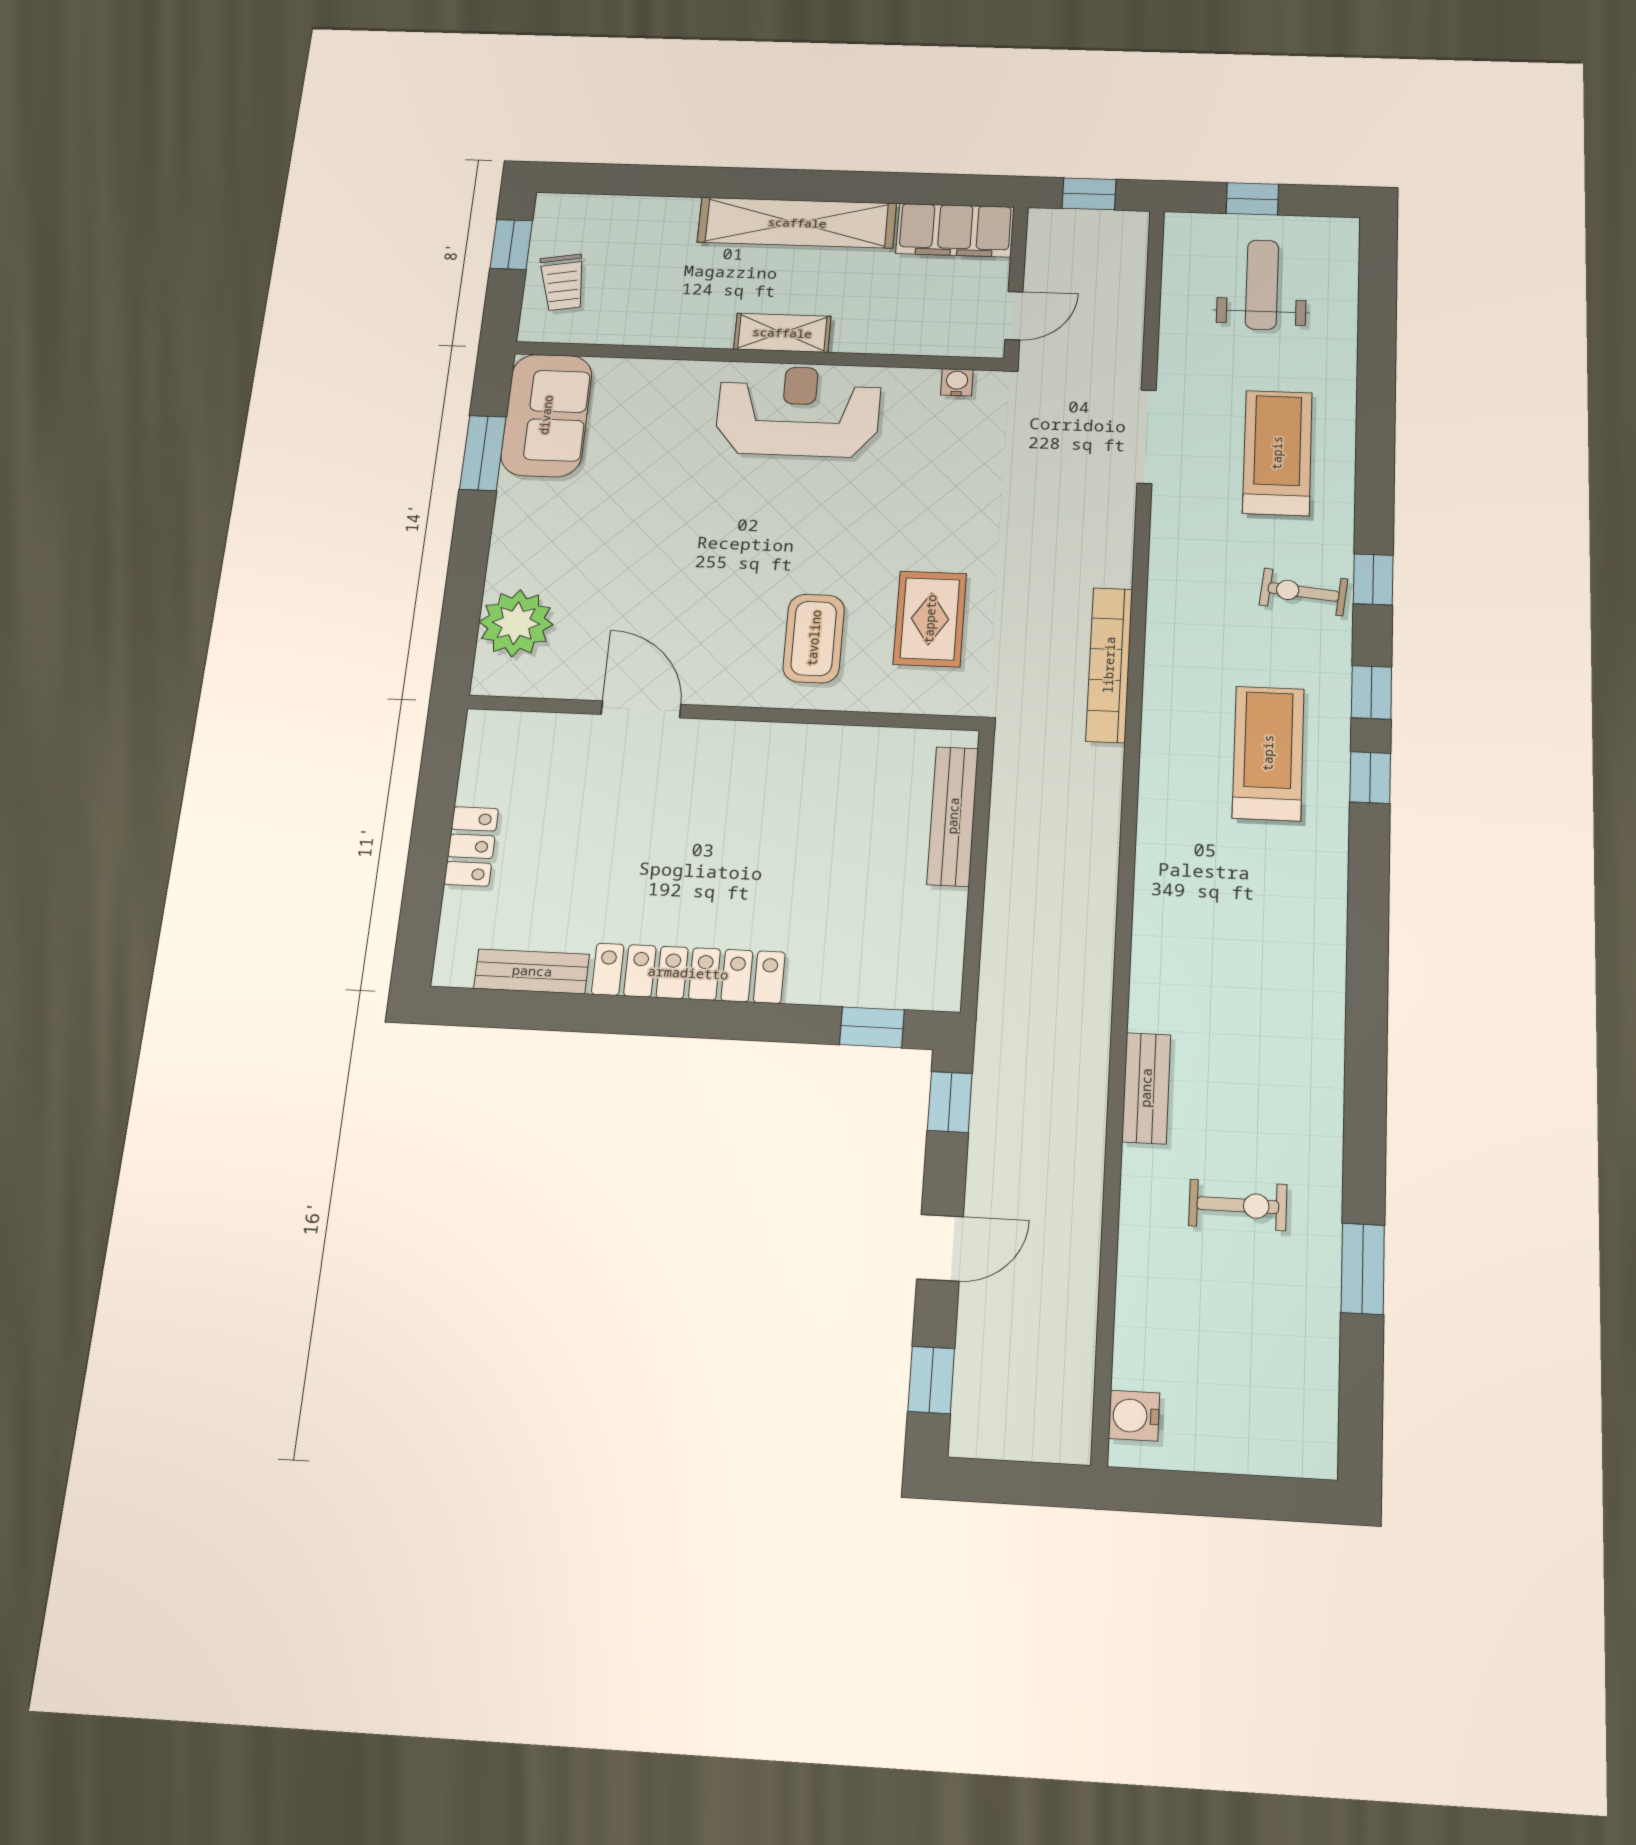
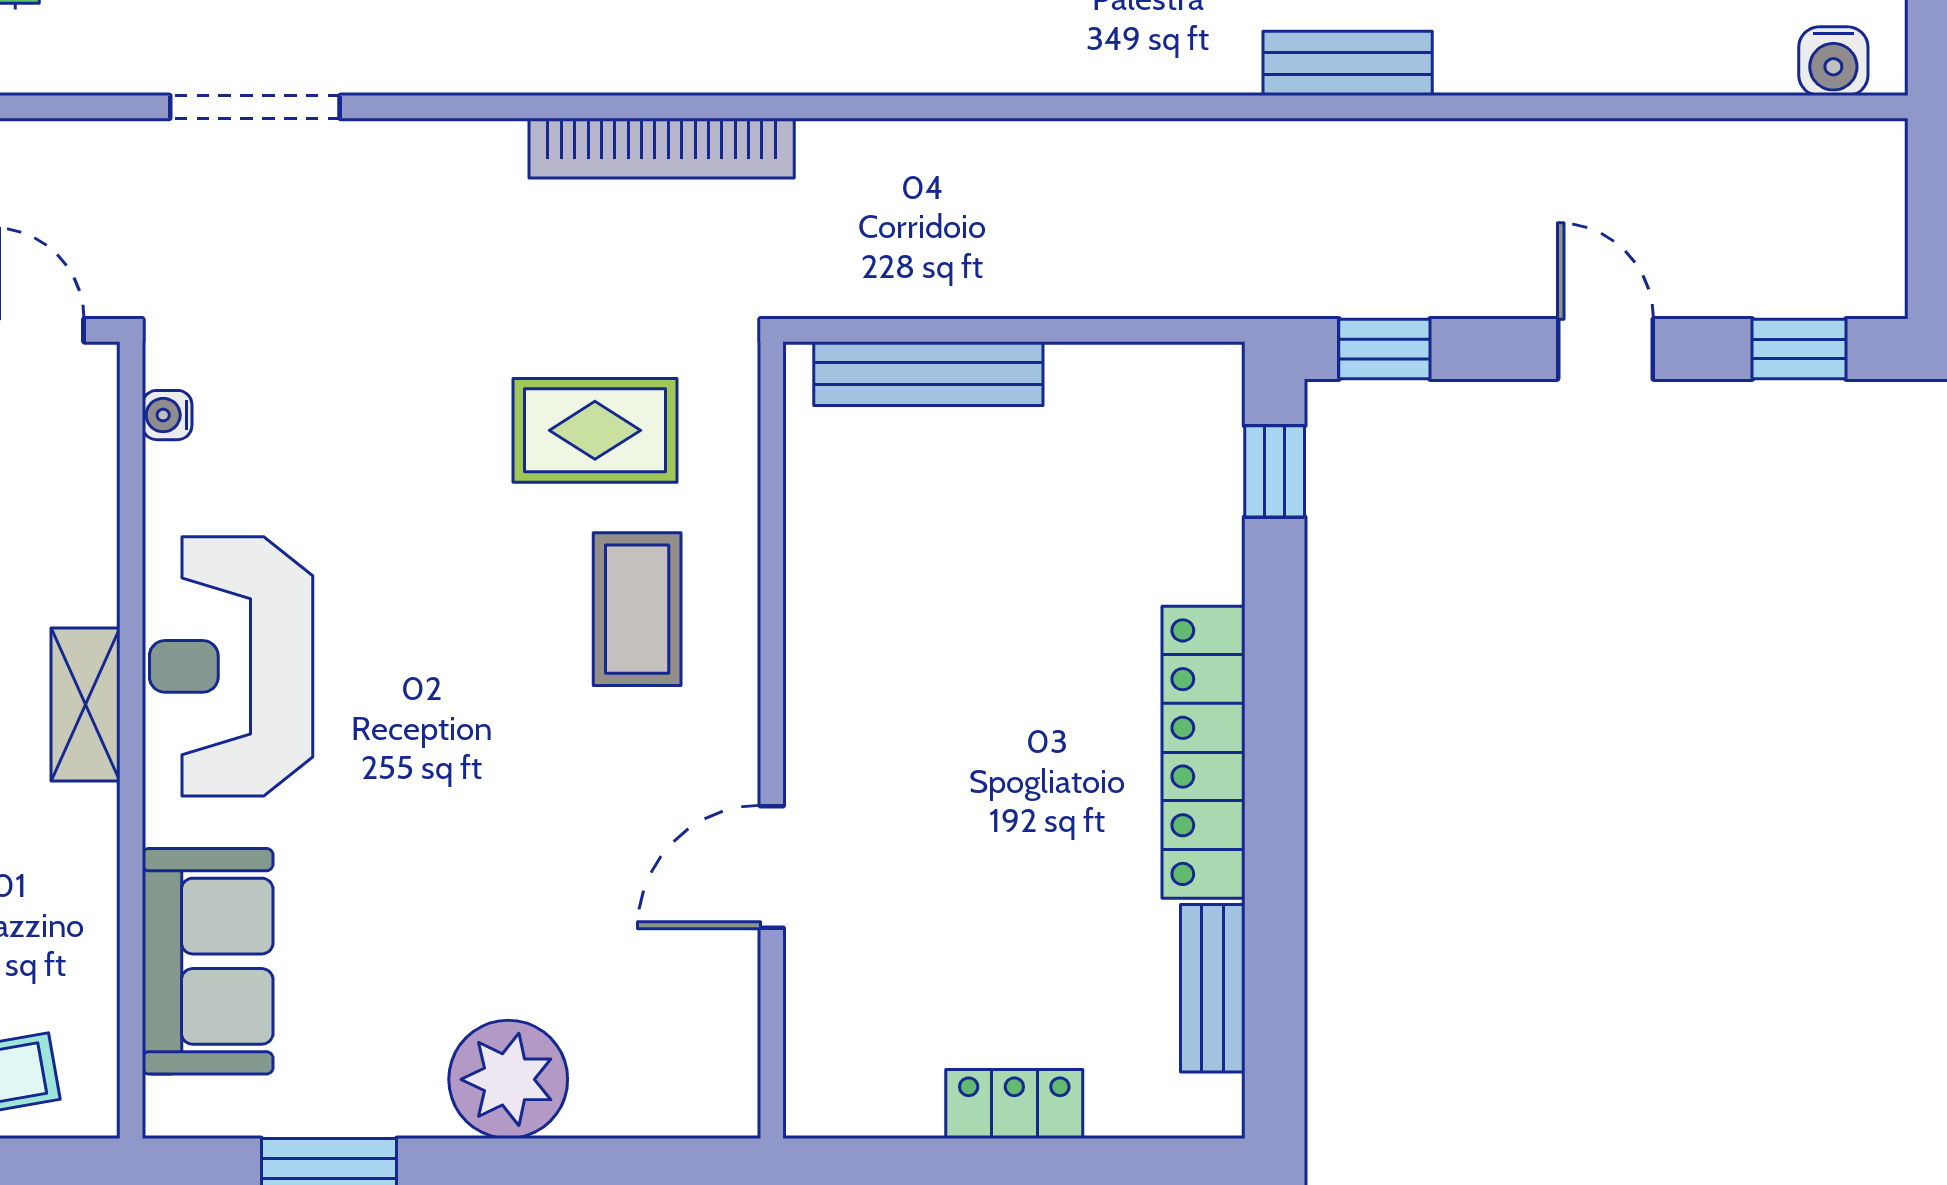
sofa: (546, 415) -> (208, 961), moved, turned 90
plant: (516, 623) -> (508, 1079), moved
coffee table: (814, 638) -> (637, 609), turned 90

